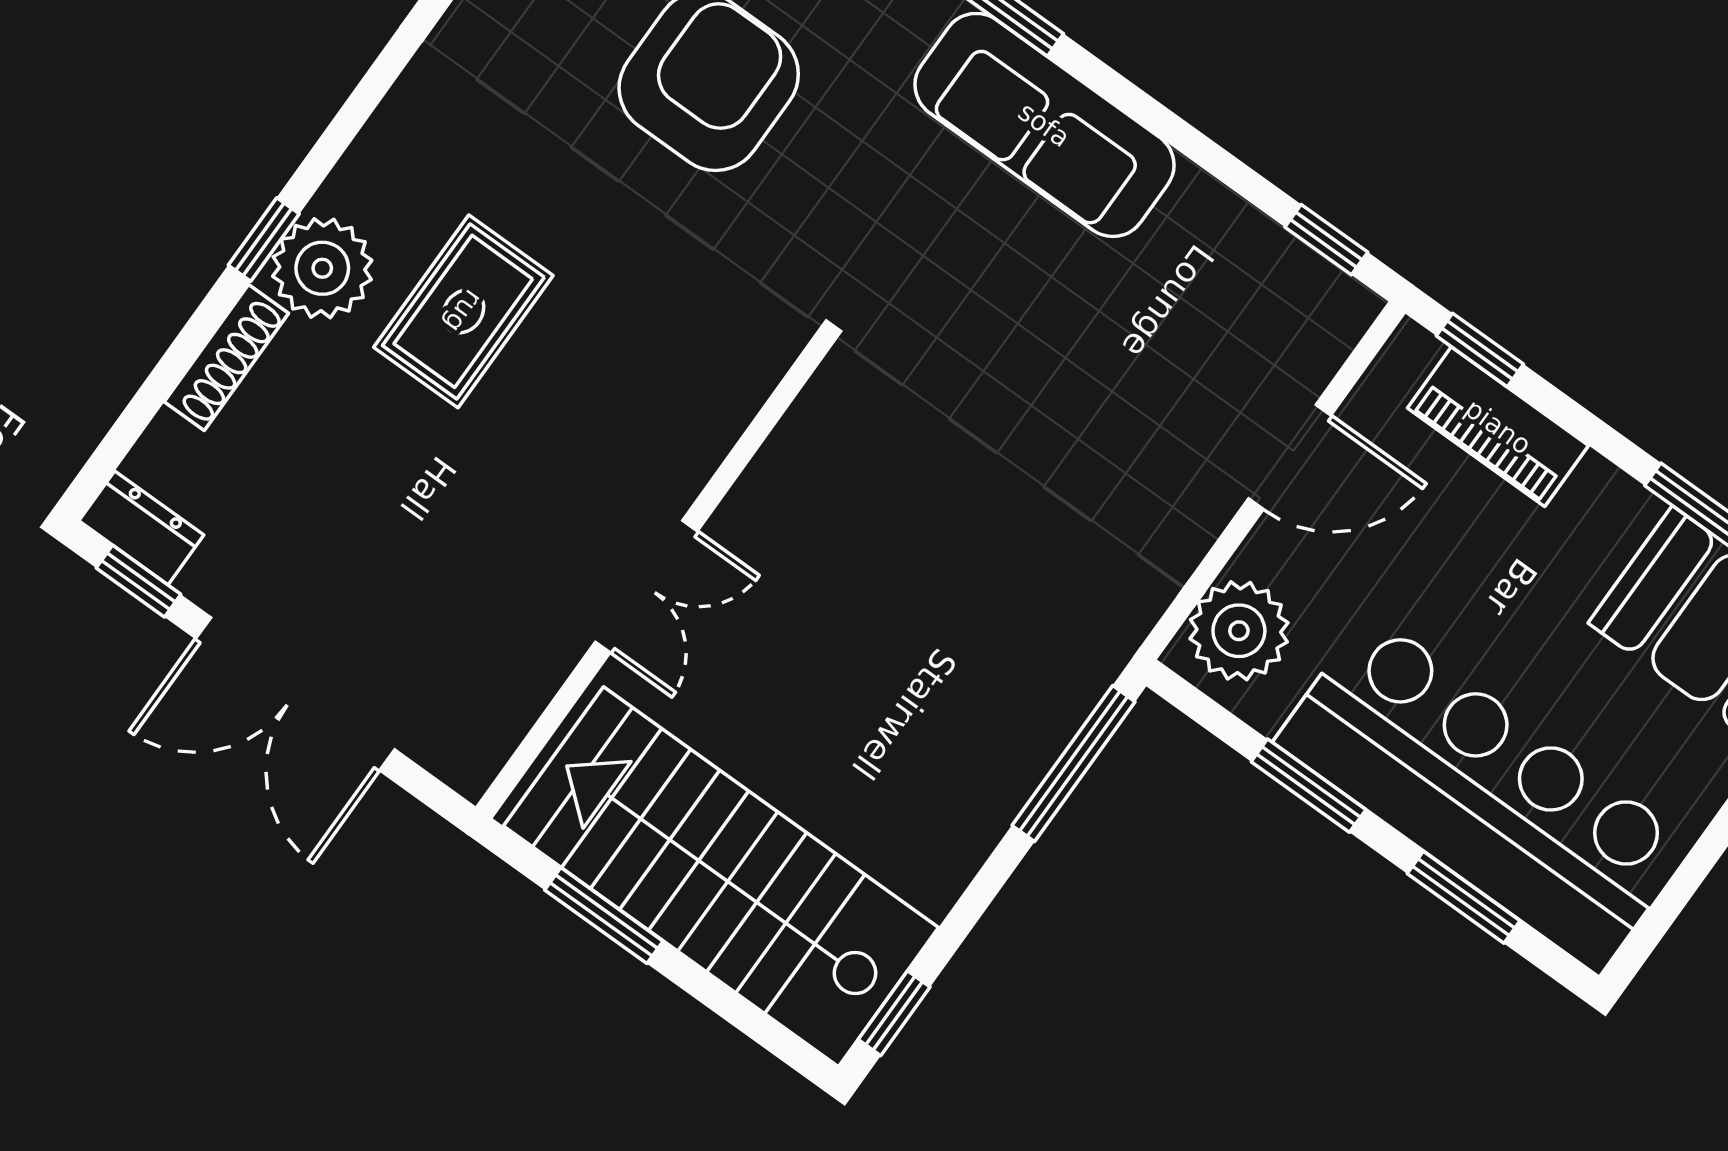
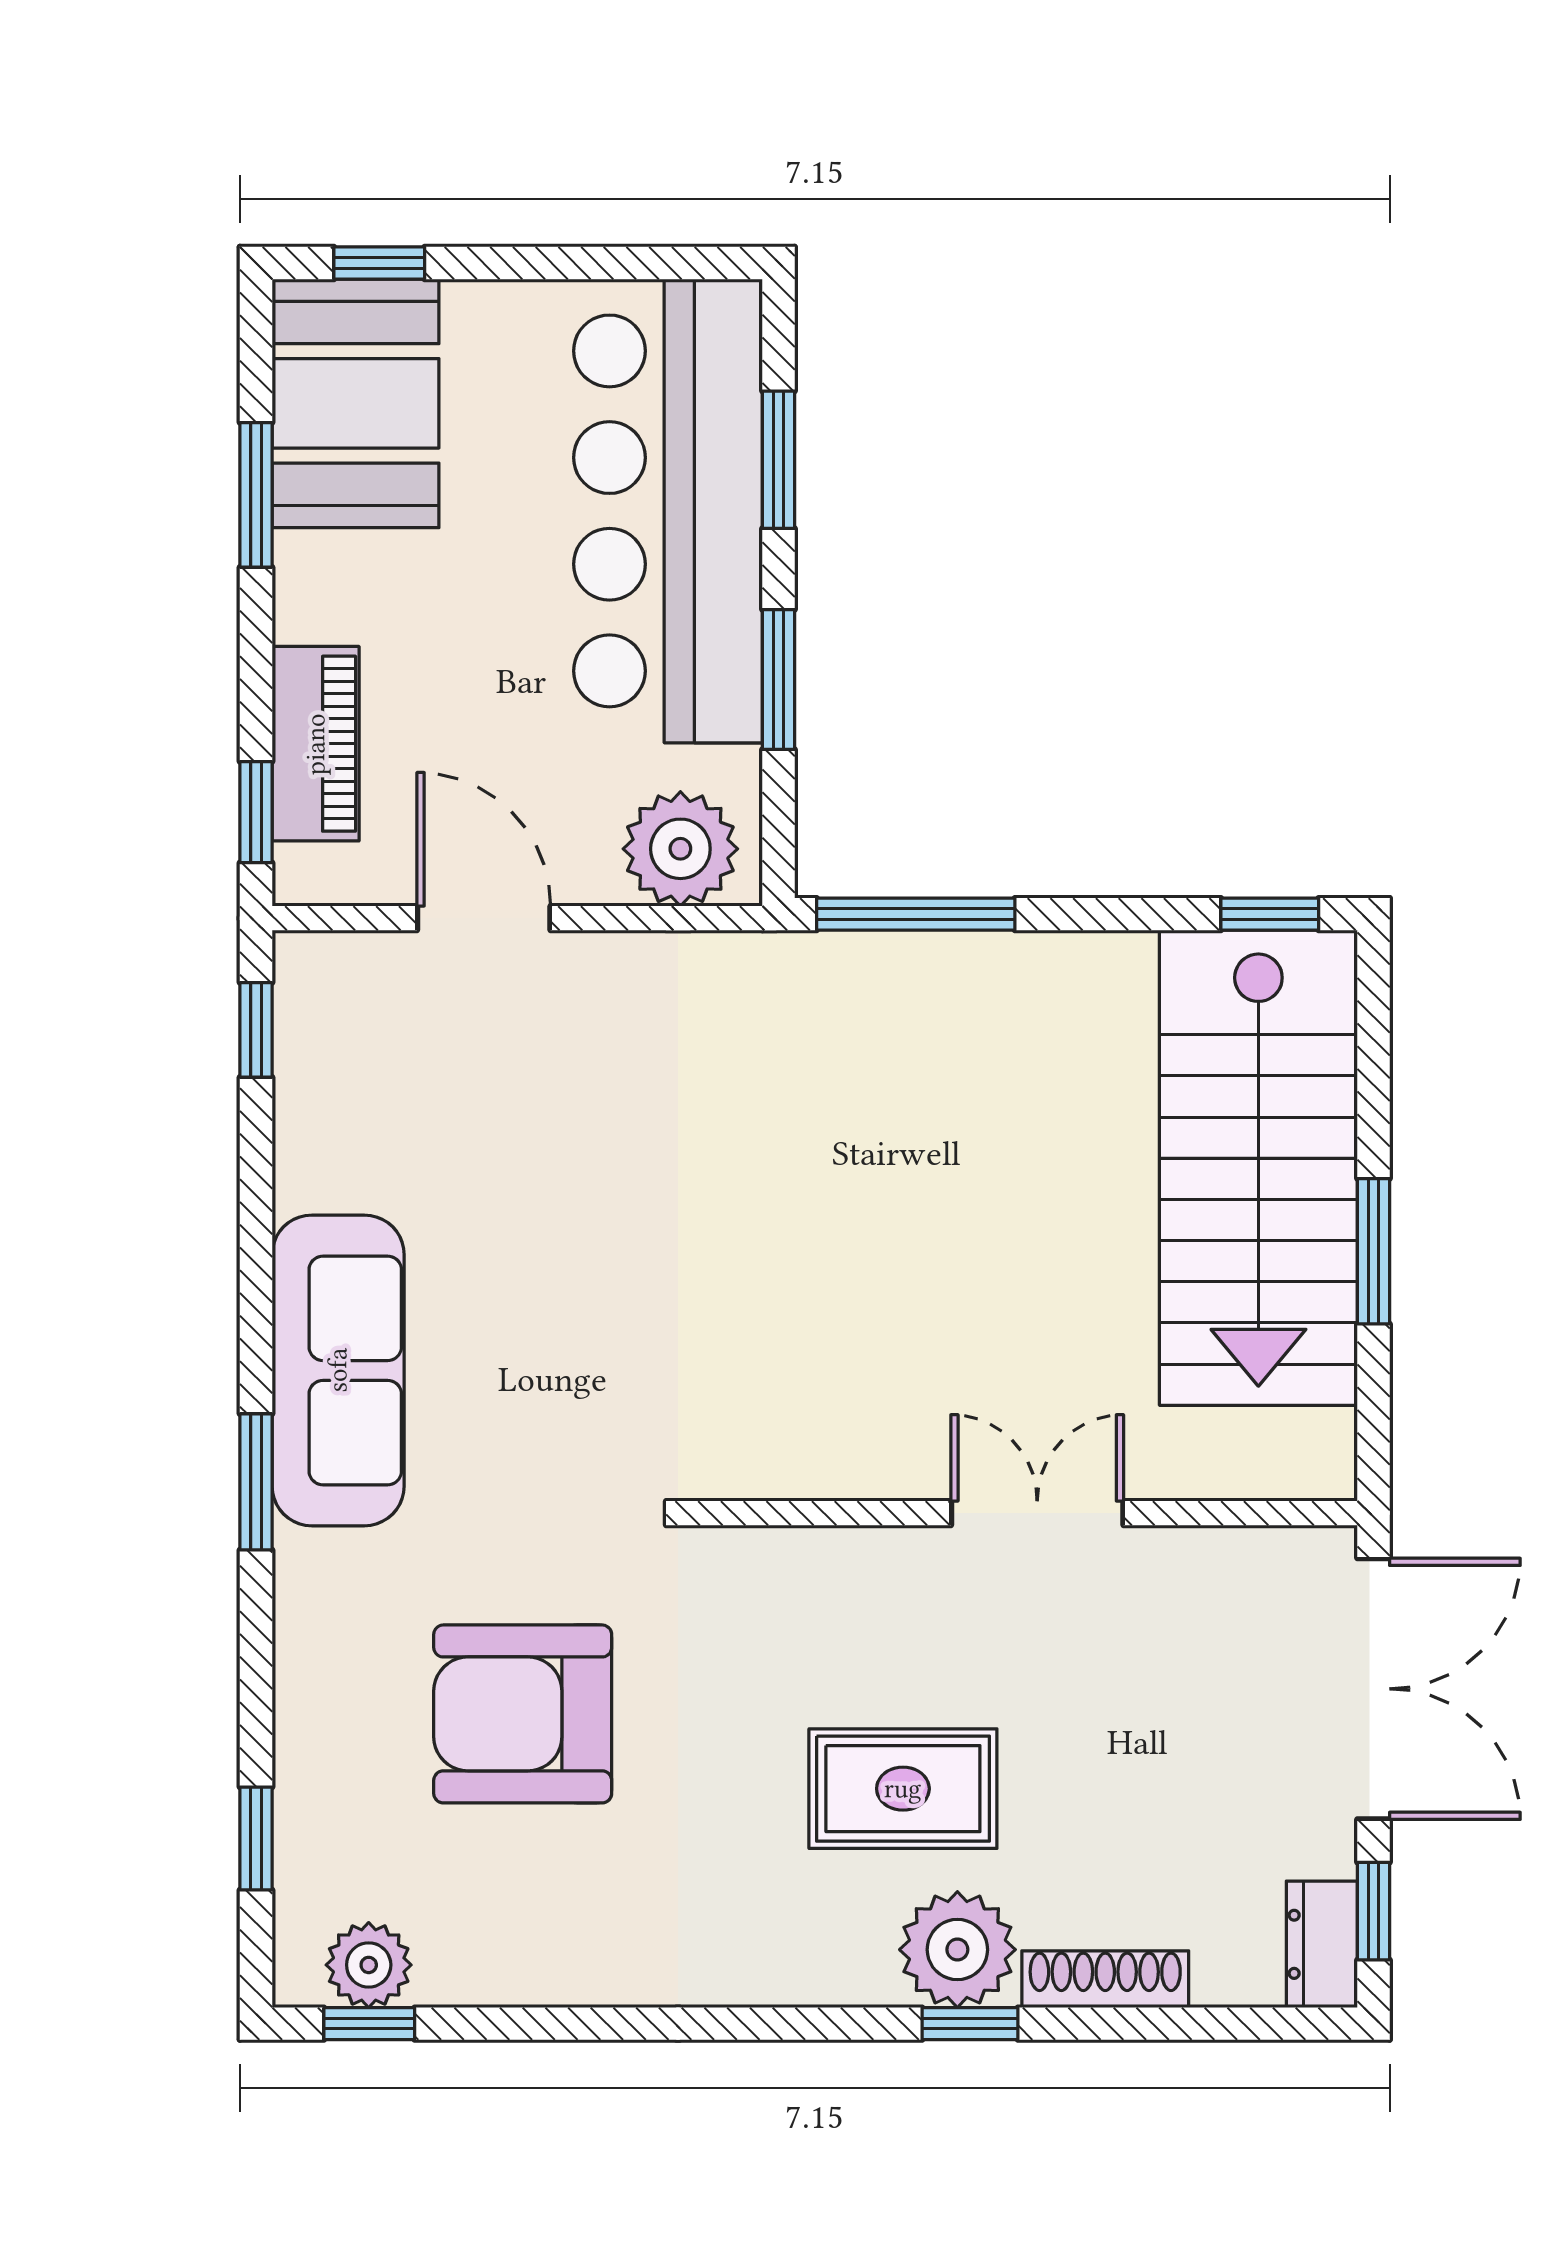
wall: (653, 577) -> (1024, 1513), moved
double door: (646, 586) -> (1037, 1513), moved

